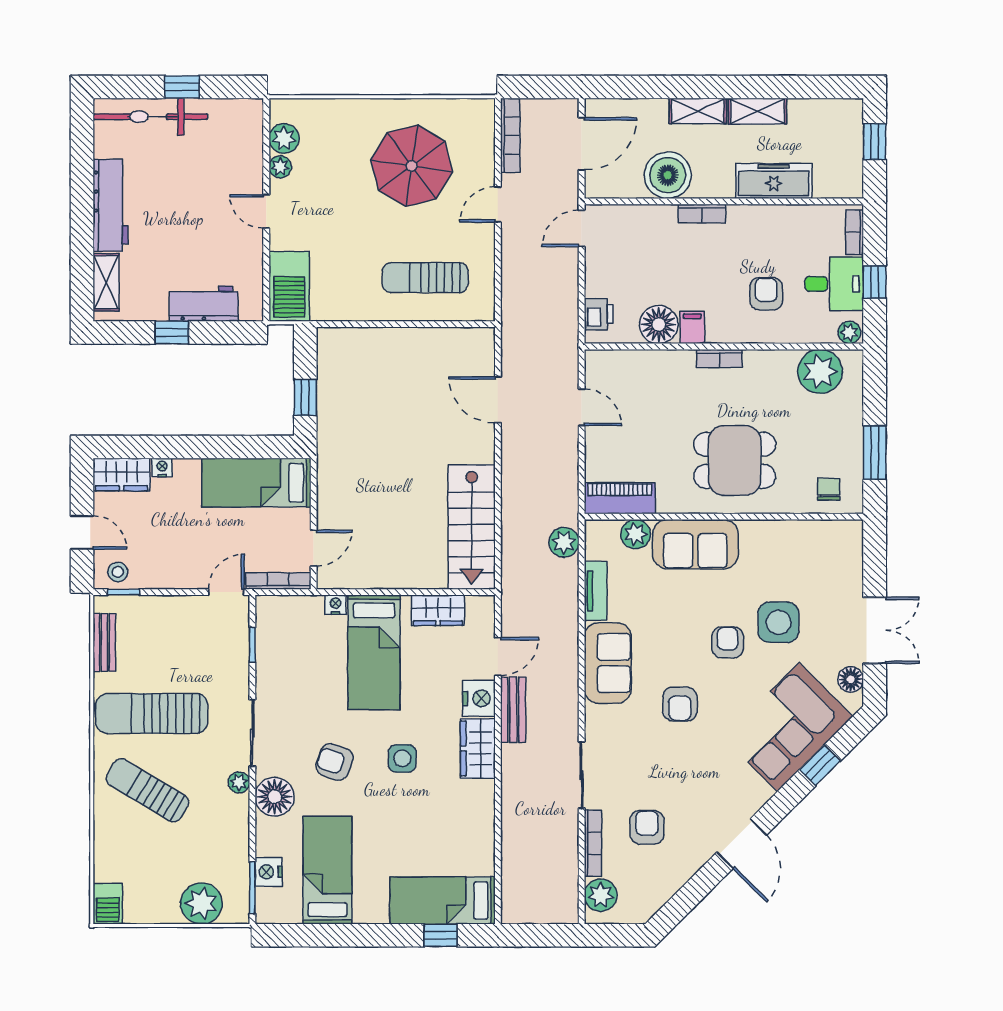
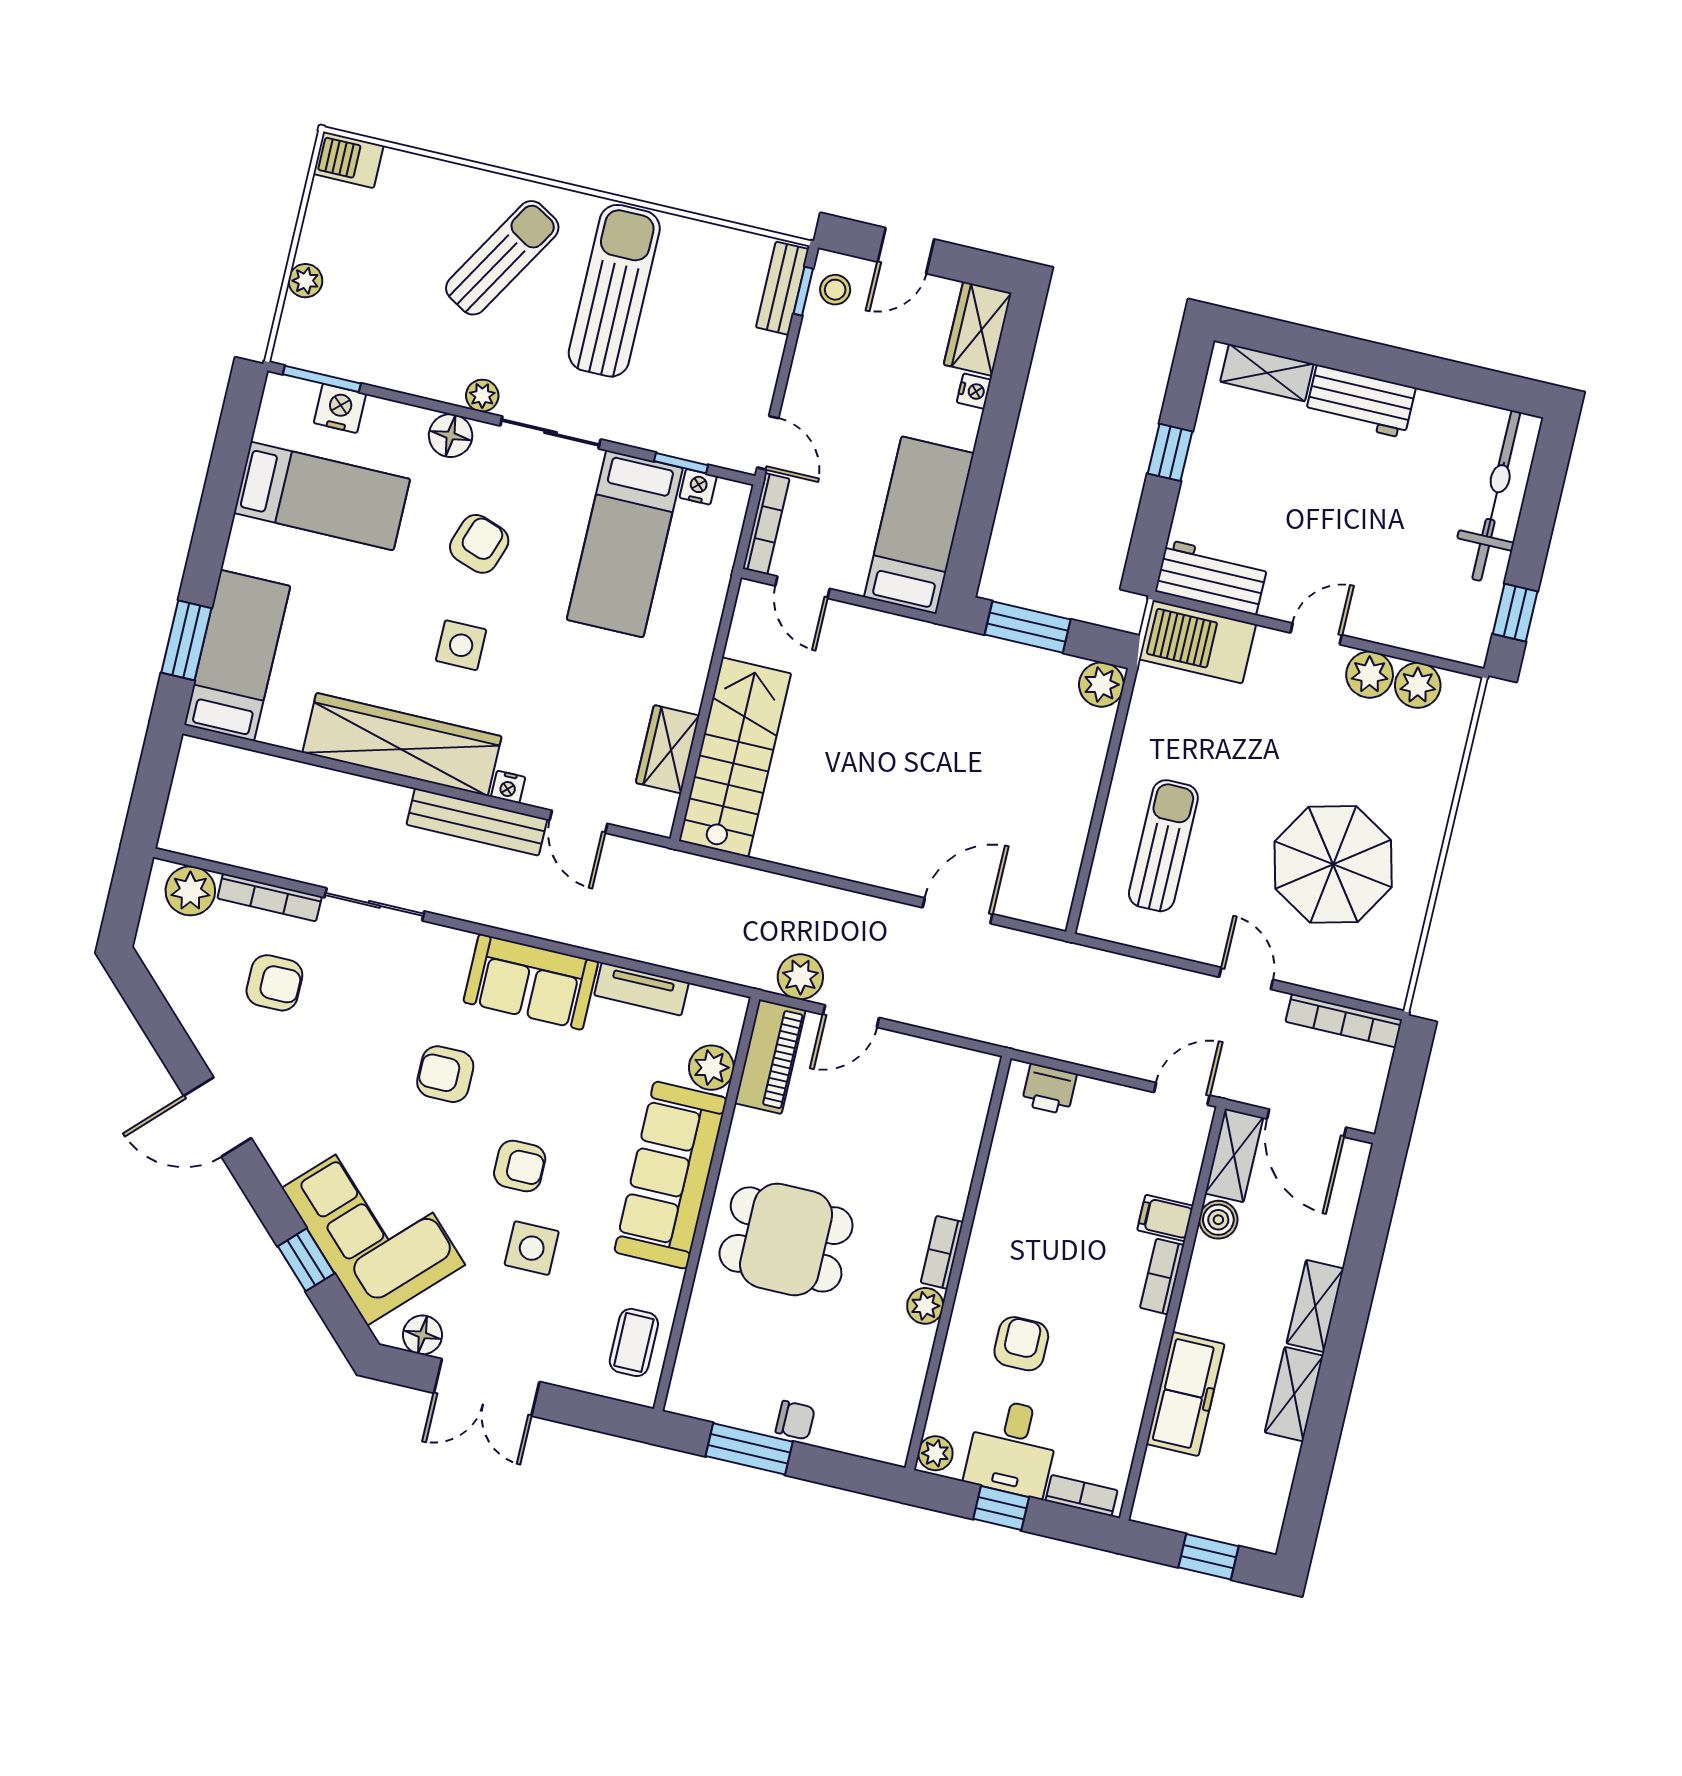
window: (182, 87) -> (1515, 613), moved
plant: (280, 167) -> (1370, 675), width x1.38, depth x1.38
boiler: (668, 175) -> (1218, 1220), width x0.54, depth x0.54
shelving: (613, 186) -> (1234, 1155), added
workbench: (111, 205) -> (1360, 402), width x0.73
door: (582, 228) -> (1182, 1094), hinge flipped
armchair: (766, 294) -> (1021, 1344), turned -90
workbench: (204, 304) -> (1211, 577), moved, turned -90
floor lamp: (659, 324) -> (1013, 1174), removed
filing cabinet: (692, 327) -> (1165, 1218), moved, turned 180
plant: (331, 342) -> (1101, 685), added
plant: (820, 372) -> (925, 1306), moved, width x0.53, depth x0.53
window: (305, 398) -> (1028, 627), width x1.50
door: (582, 407) -> (851, 1016), moved
dining table: (735, 460) -> (786, 1239), turned 90
chair: (829, 489) -> (795, 1420), moved
stairs: (472, 527) -> (735, 757), moved, turned 90
plant: (564, 542) -> (800, 977), moved
coffee table: (824, 543) -> (634, 1342), added
sofa: (695, 544) -> (671, 1175), width x1.36
nightstand: (335, 605) -> (698, 487), moved, turned -90
side table: (778, 622) -> (532, 1248), width x0.73, depth x0.73
bench: (104, 643) -> (782, 288), moved, turned 90
bed: (374, 652) -> (625, 544), moved, turned -90
nightstand: (479, 698) -> (508, 787), width x0.53, depth x0.56
bench: (513, 710) -> (477, 822), width x1.36
wardrobe: (478, 748) -> (402, 744), width x2.10, depth x1.17
floor lamp: (275, 797) -> (451, 436), width x0.73, depth x0.73
plant: (201, 903) -> (305, 281), width x0.53, depth x0.53
window: (440, 935) -> (186, 640), width x1.50

